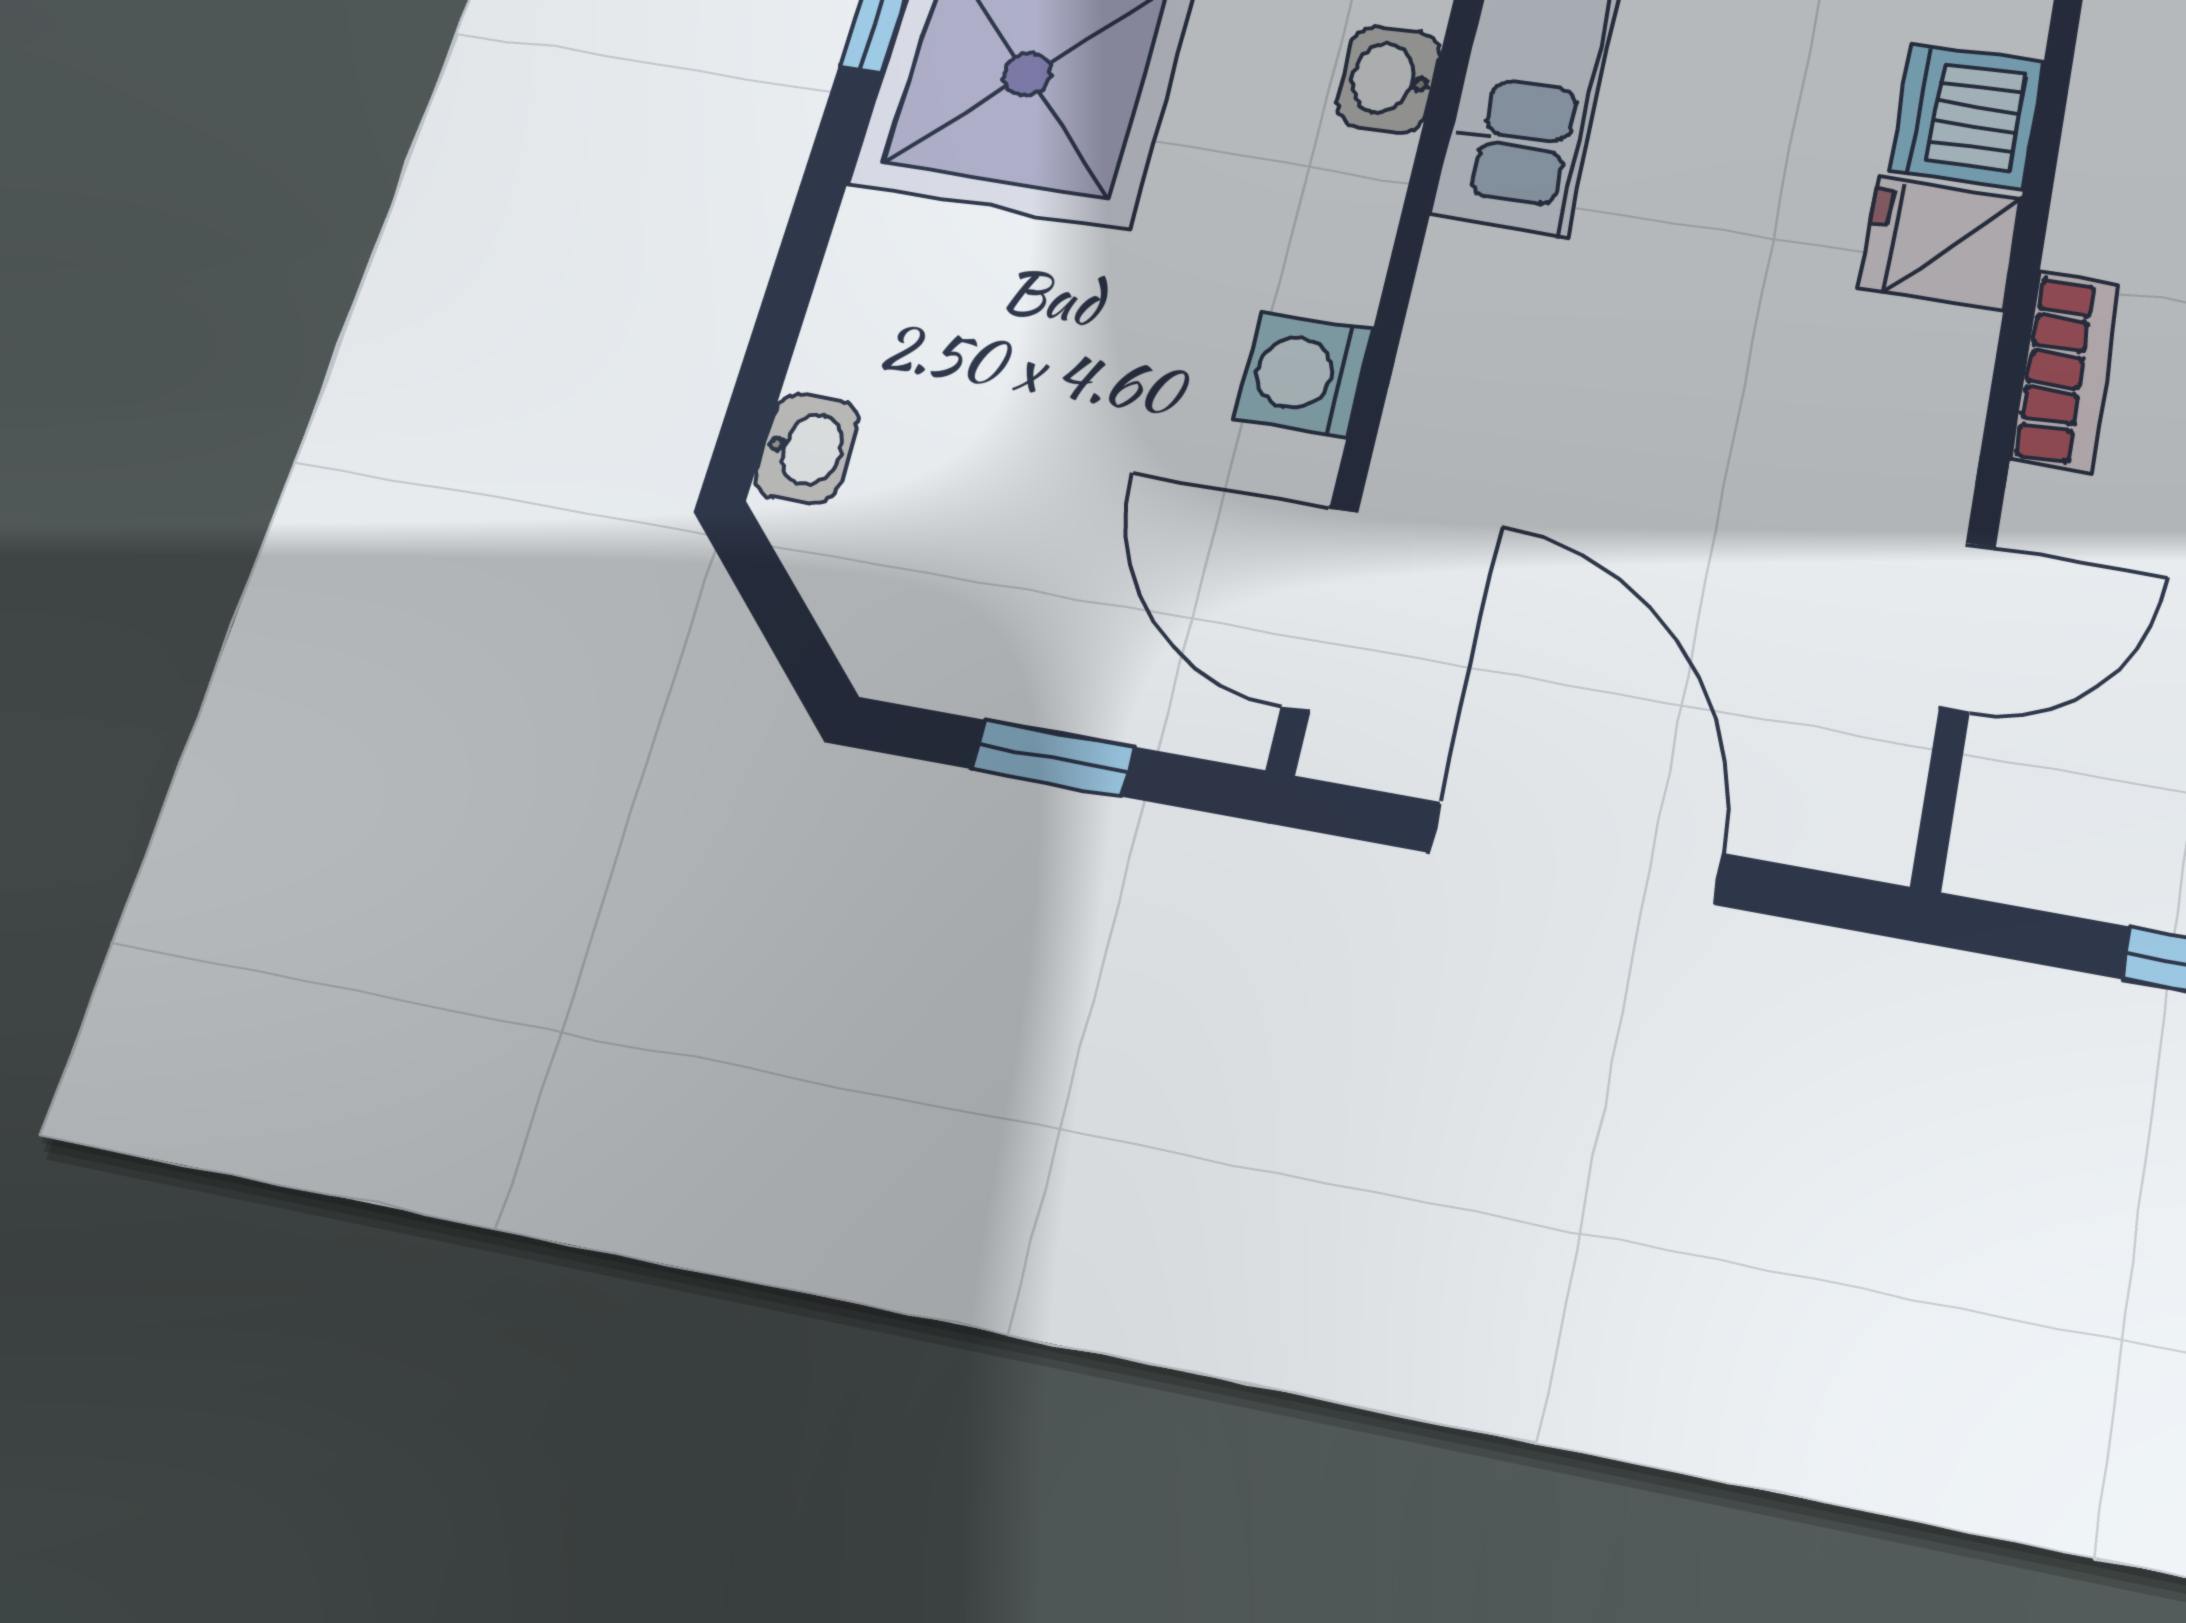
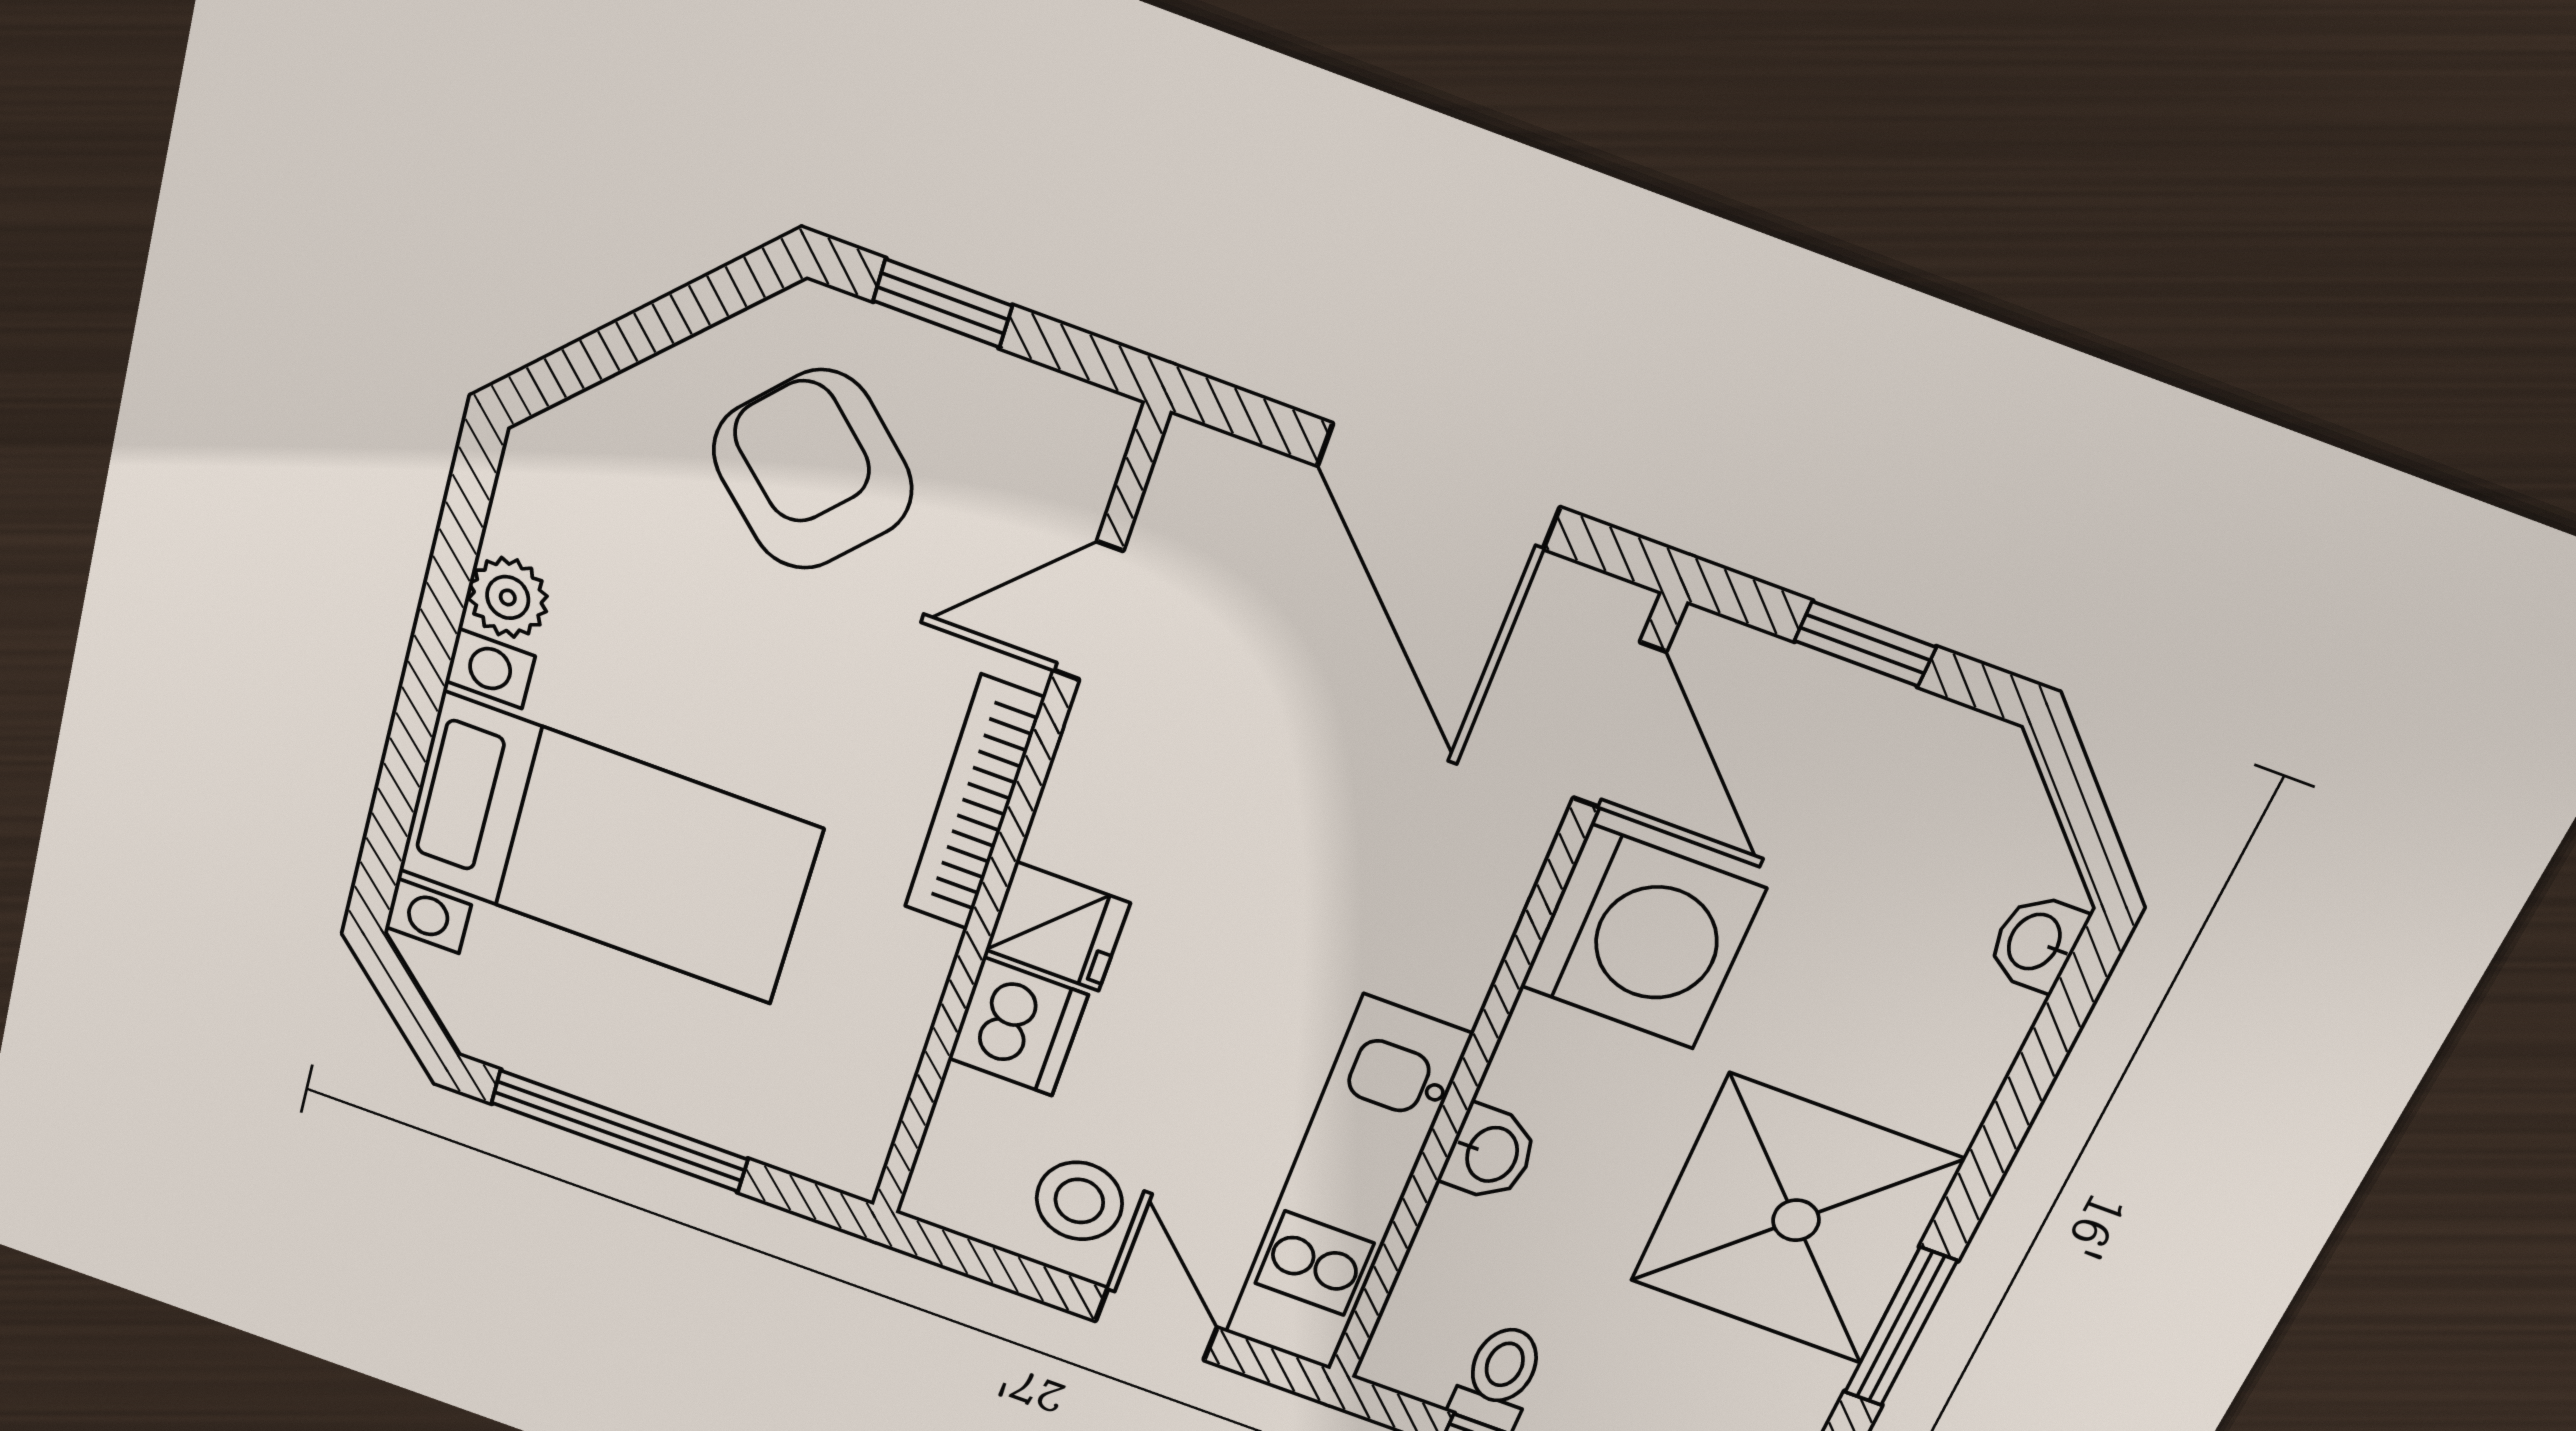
bookcase: (2065, 371) -> (974, 803), width x1.56
washing machine: (1303, 374) -> (1642, 938), width x1.89, depth x1.89

